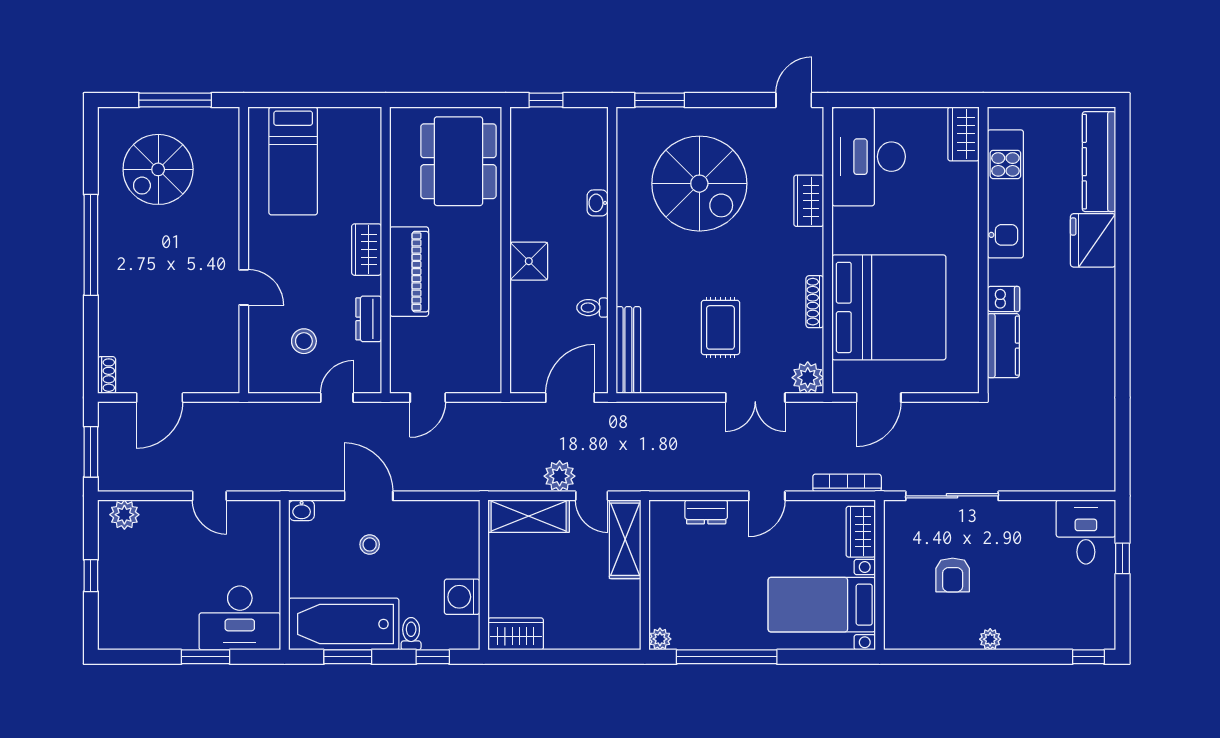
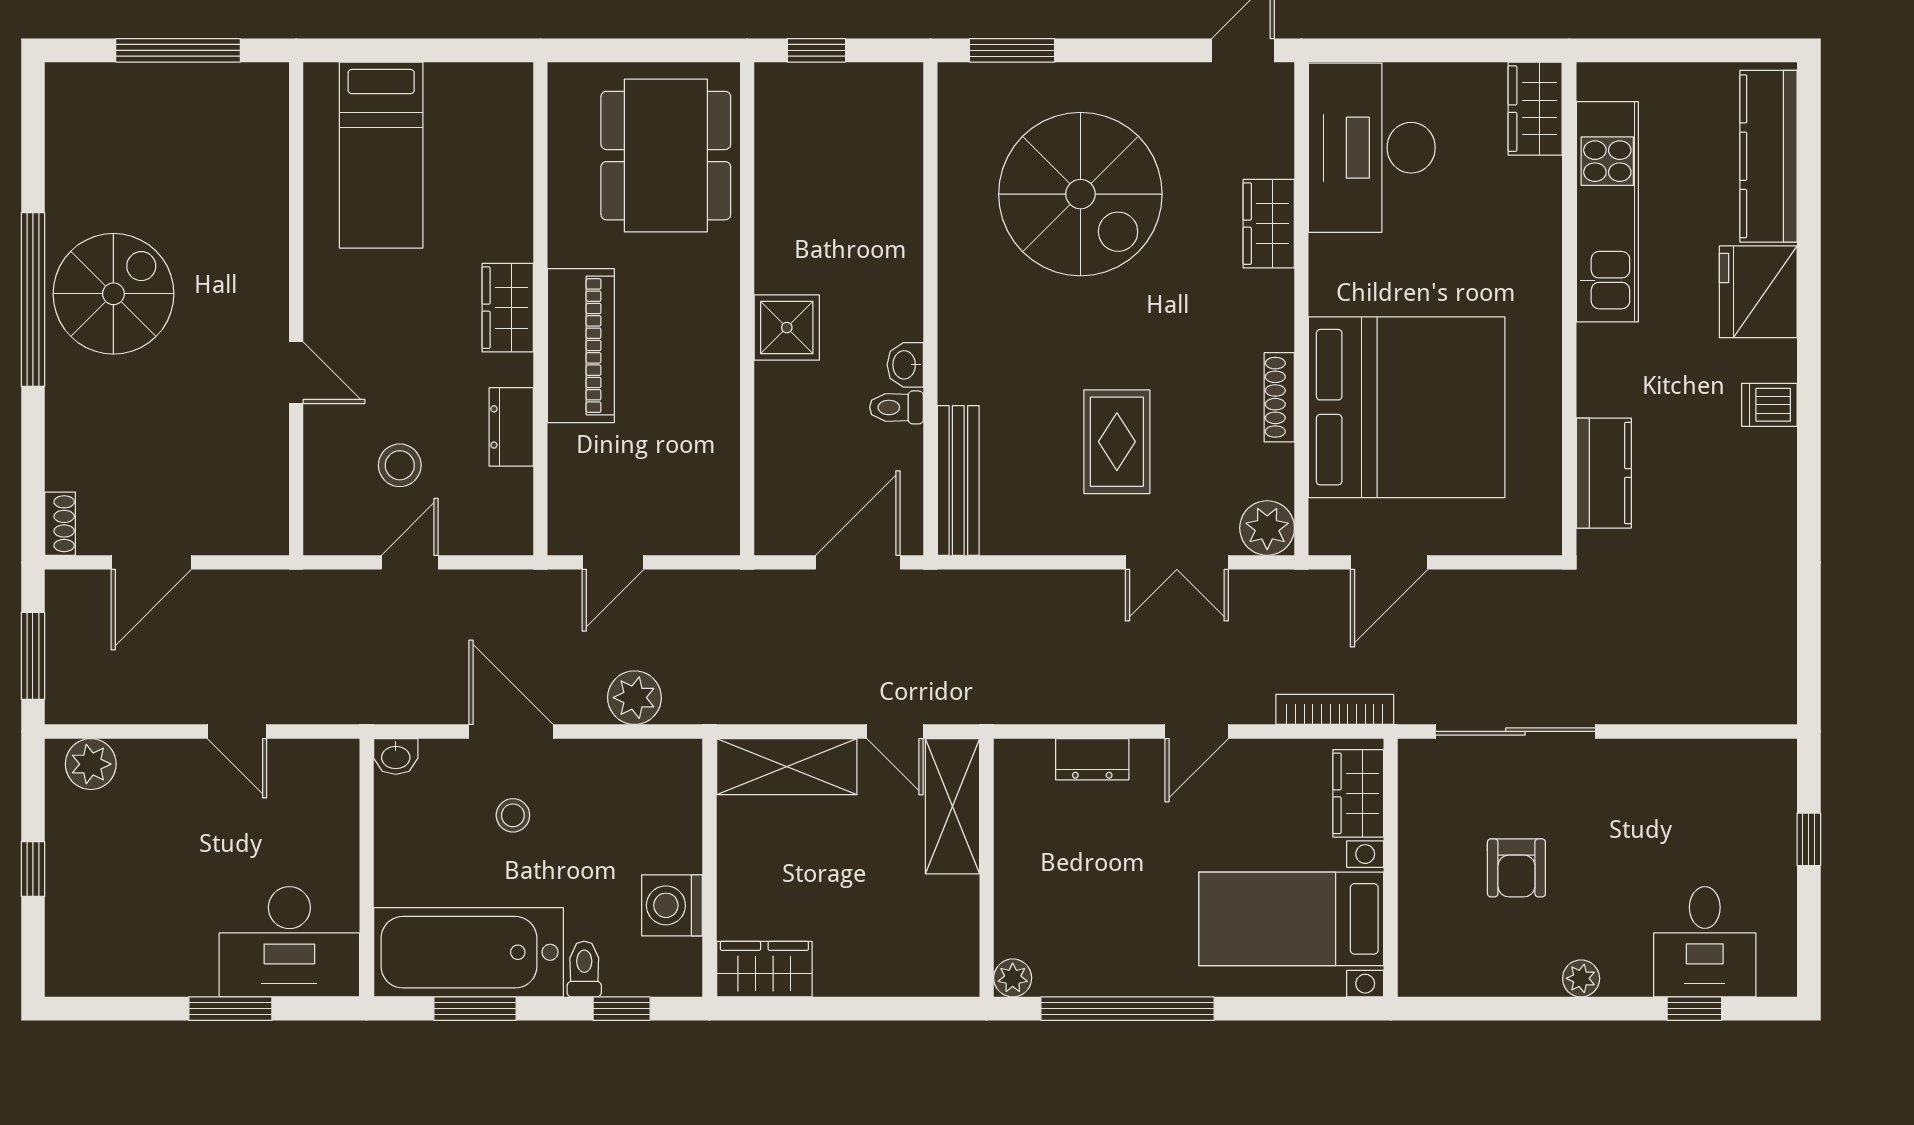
spiral stairs: (158, 169) -> (113, 294), moved, turned 180
washbasin: (598, 203) -> (905, 365), moved
dishwasher: (1003, 299) -> (1769, 405), moved, turned 180
door: (337, 398) -> (410, 562), moved
plant: (560, 476) -> (634, 698), moved
desk: (1086, 532) -> (1705, 942), moved, turned 180
window: (1088, 657) -> (1694, 1009), moved

